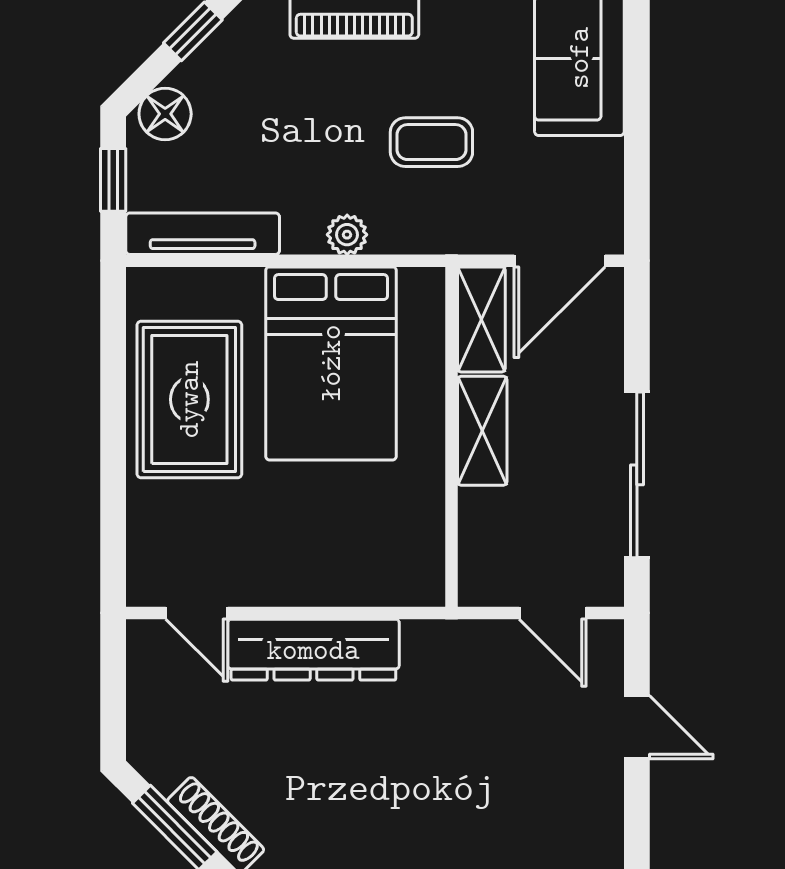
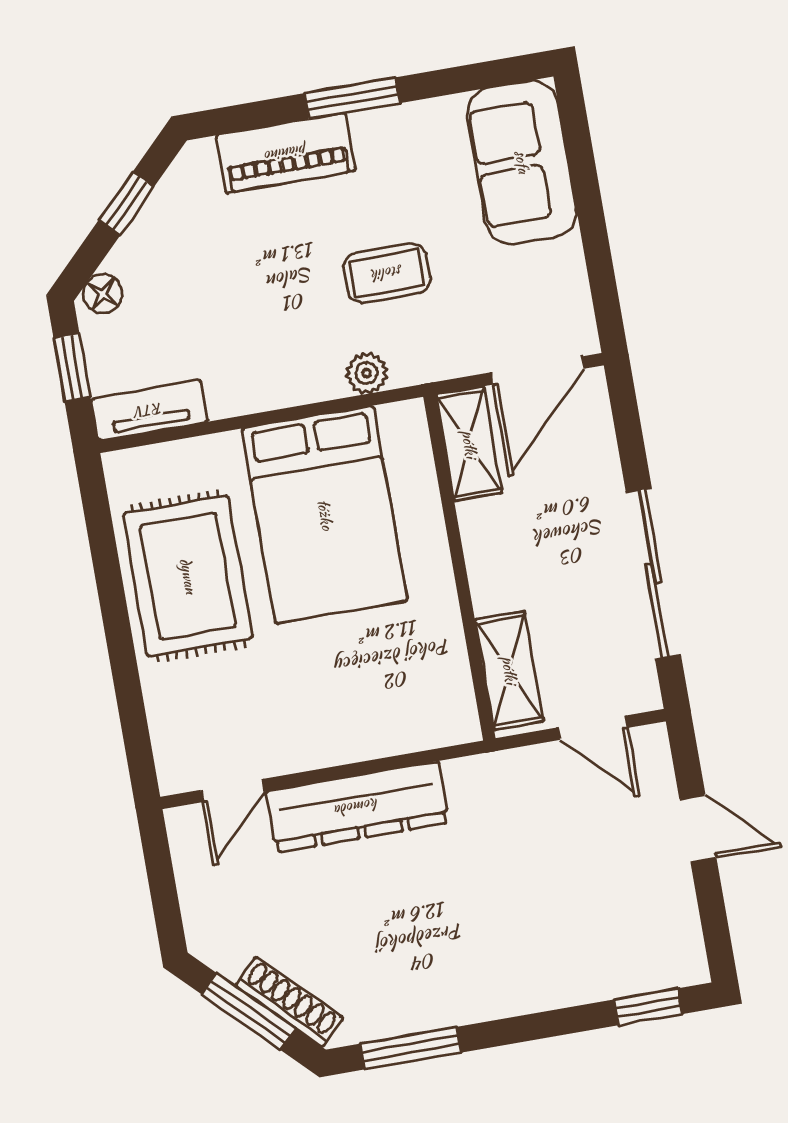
floor lamp: (165, 114) -> (103, 294), width x0.73, depth x0.73
tv unit: (203, 234) -> (149, 410), width x0.71
plant: (347, 235) -> (367, 373), moved
shelving: (482, 431) -> (509, 670), moved
door: (197, 613) -> (233, 790), hinge flipped

